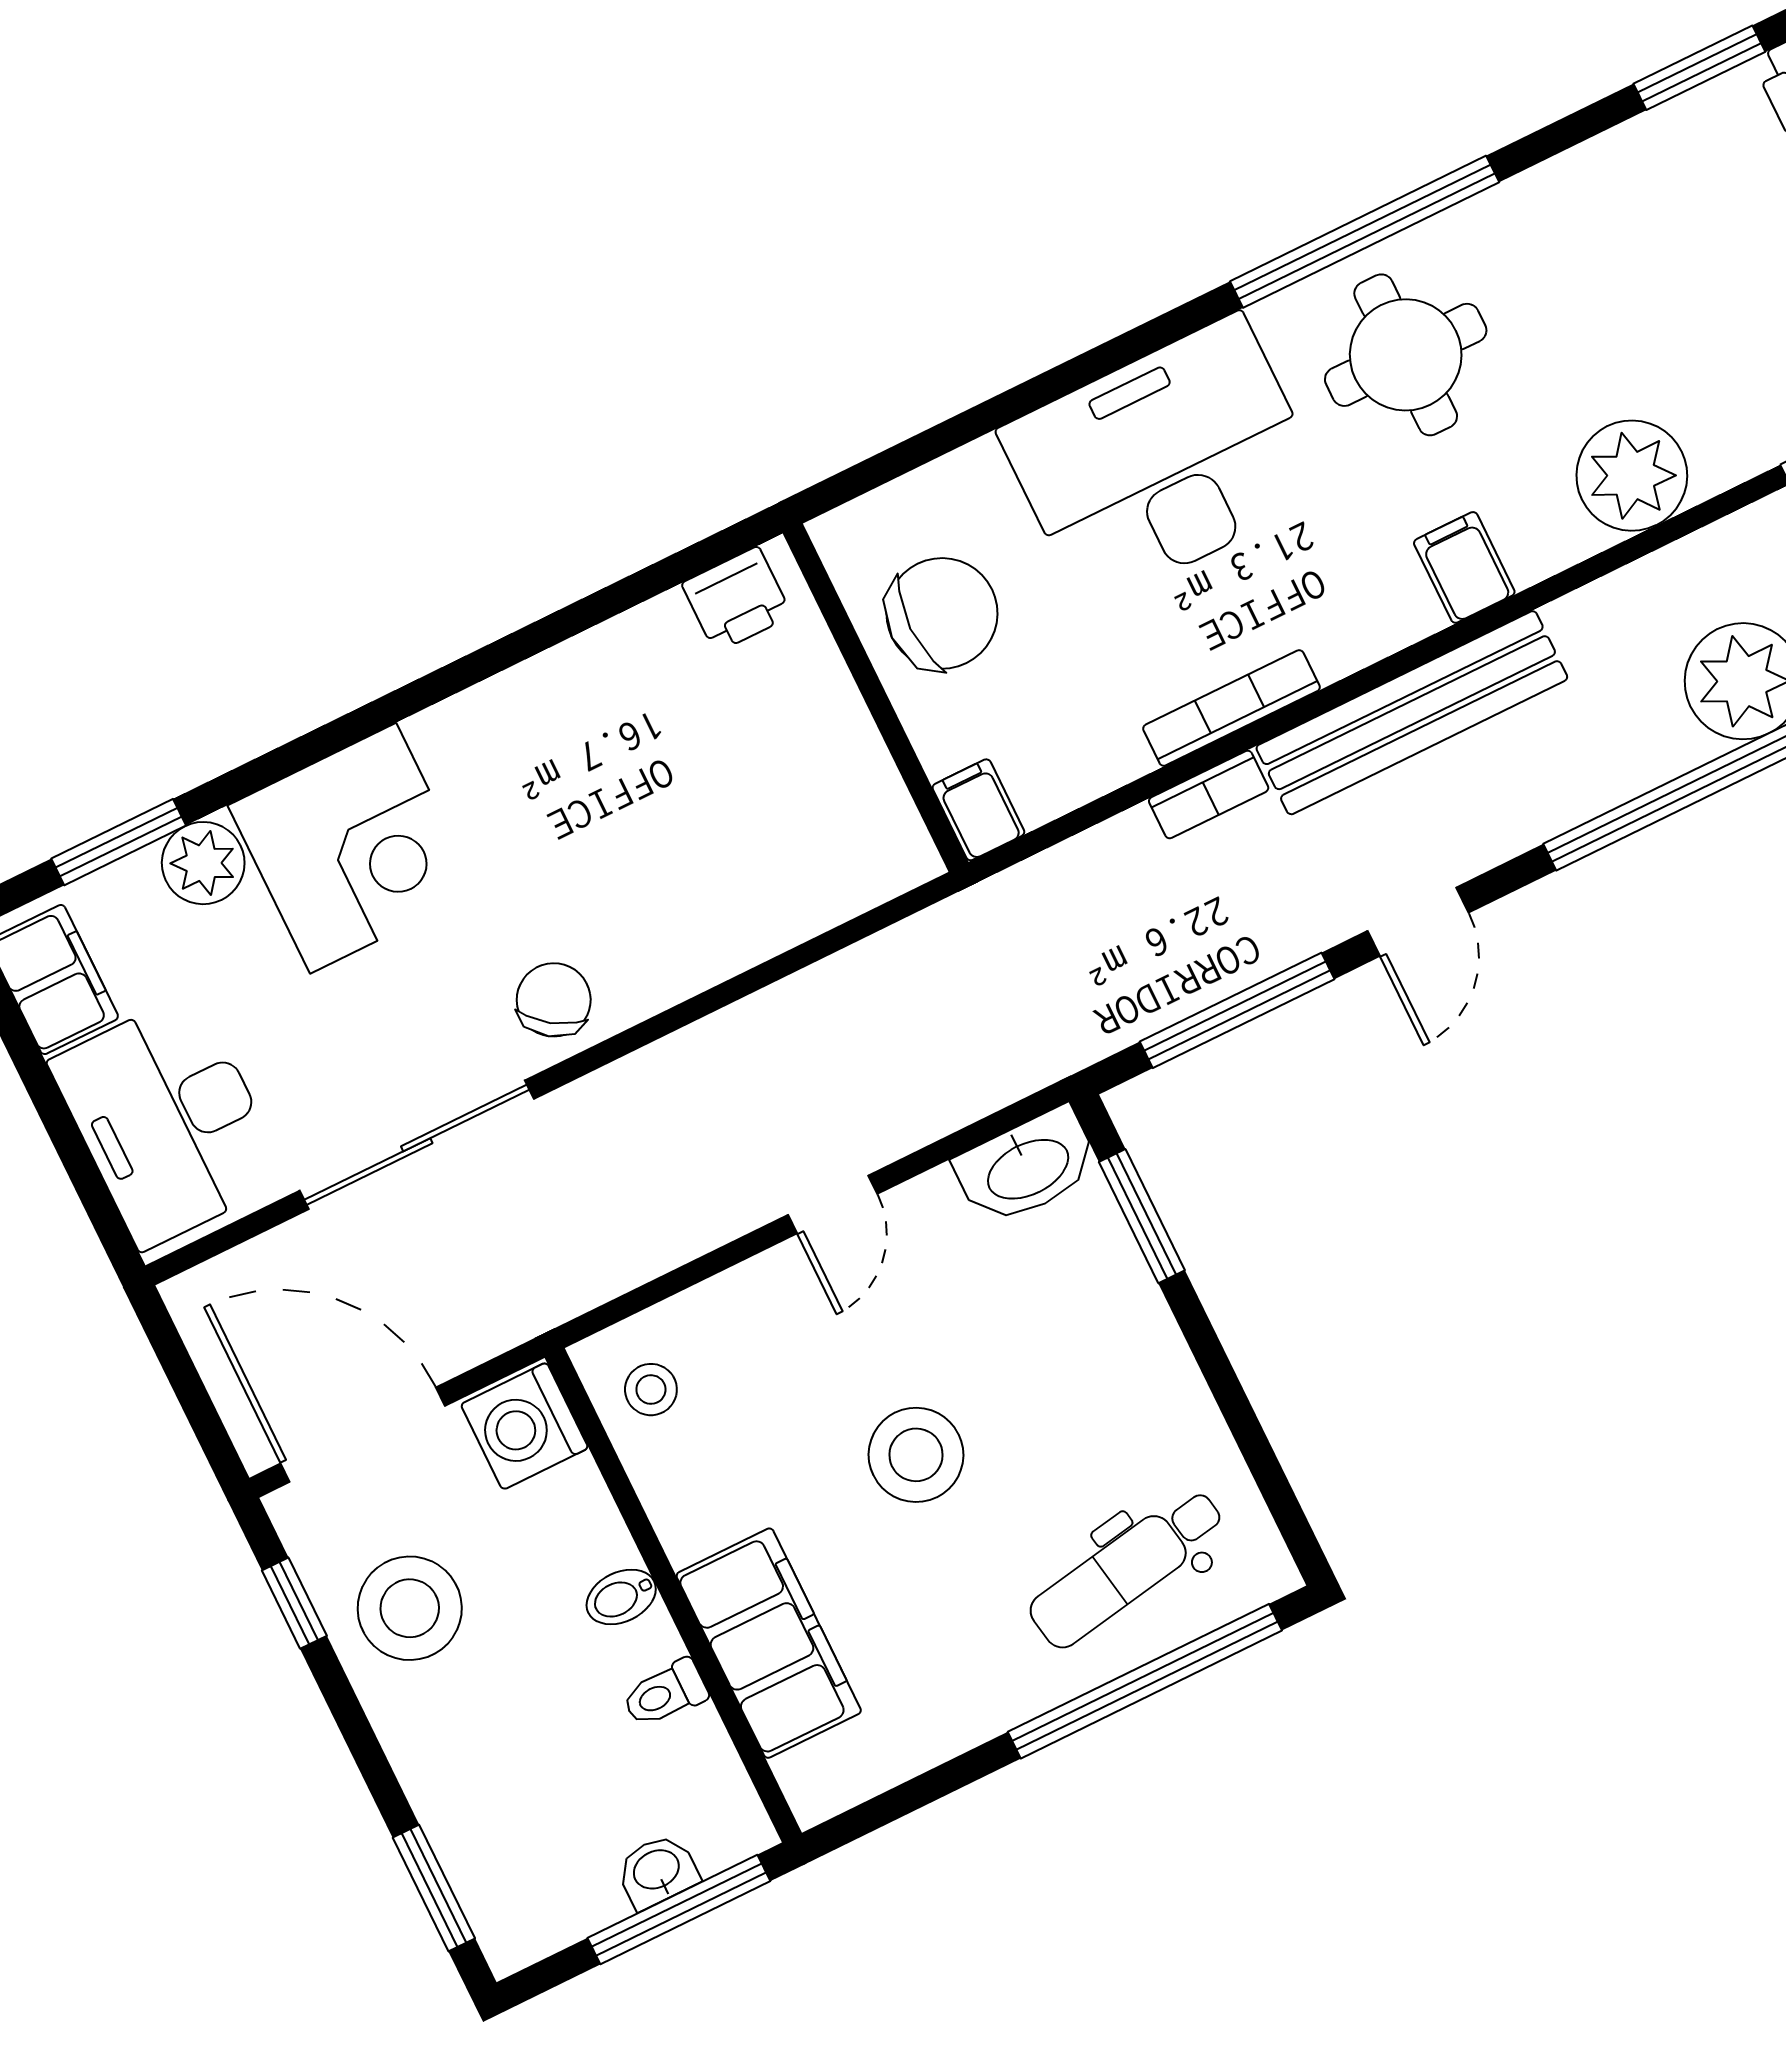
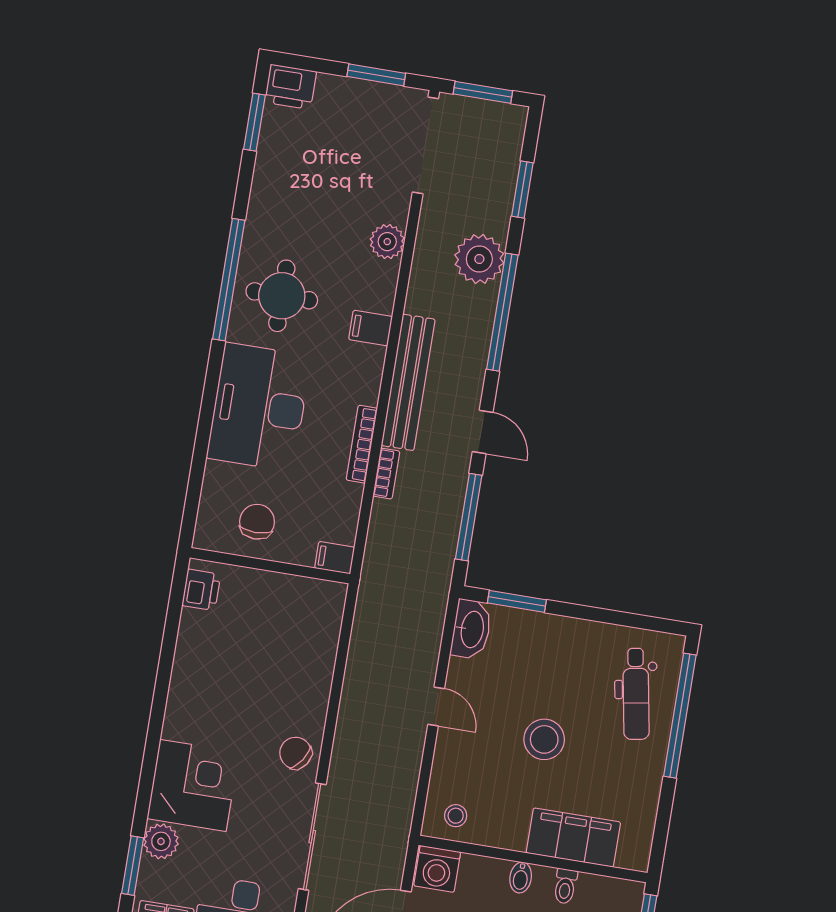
plant: (1632, 476) -> (387, 242), width x0.73, depth x0.73
chair: (942, 613) -> (257, 522), width x0.73, depth x0.73

